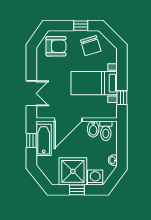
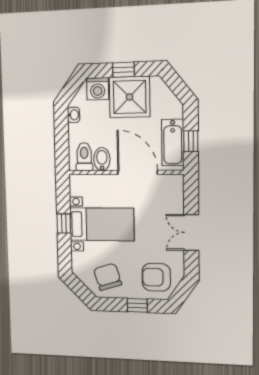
window: (81, 26) -> (137, 305), moved
double door: (31, 93) -> (191, 233), moved
window: (122, 98) -> (64, 223), moved
door: (68, 120) -> (138, 172), hinge flipped

